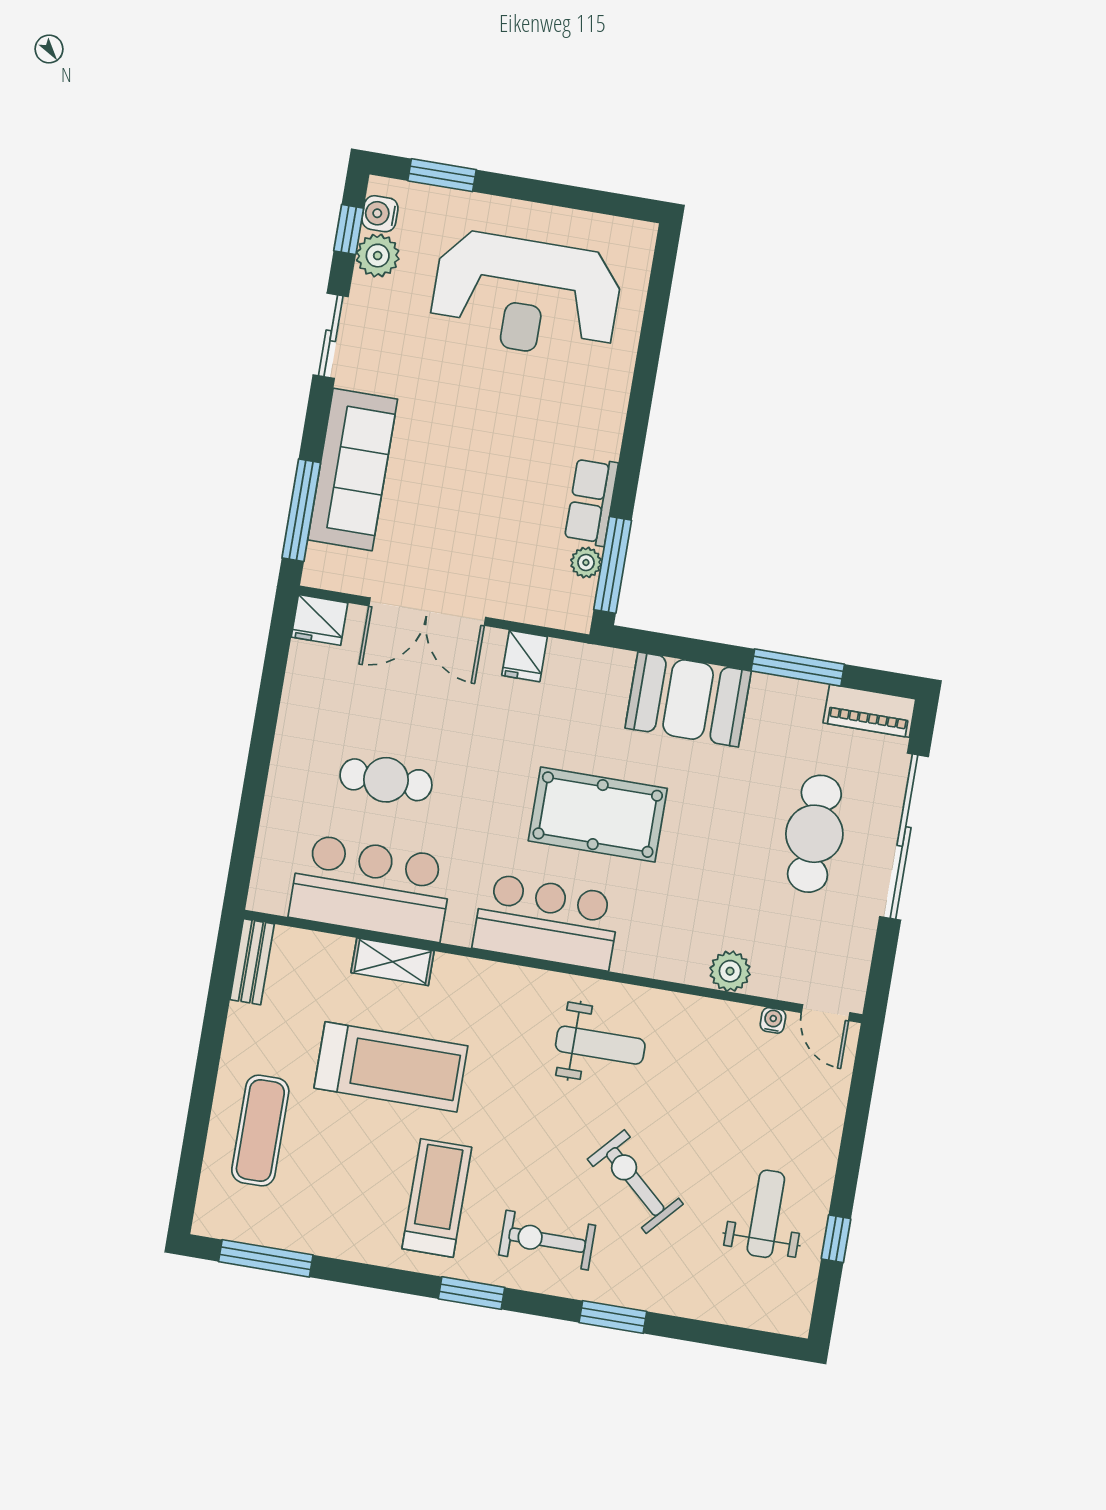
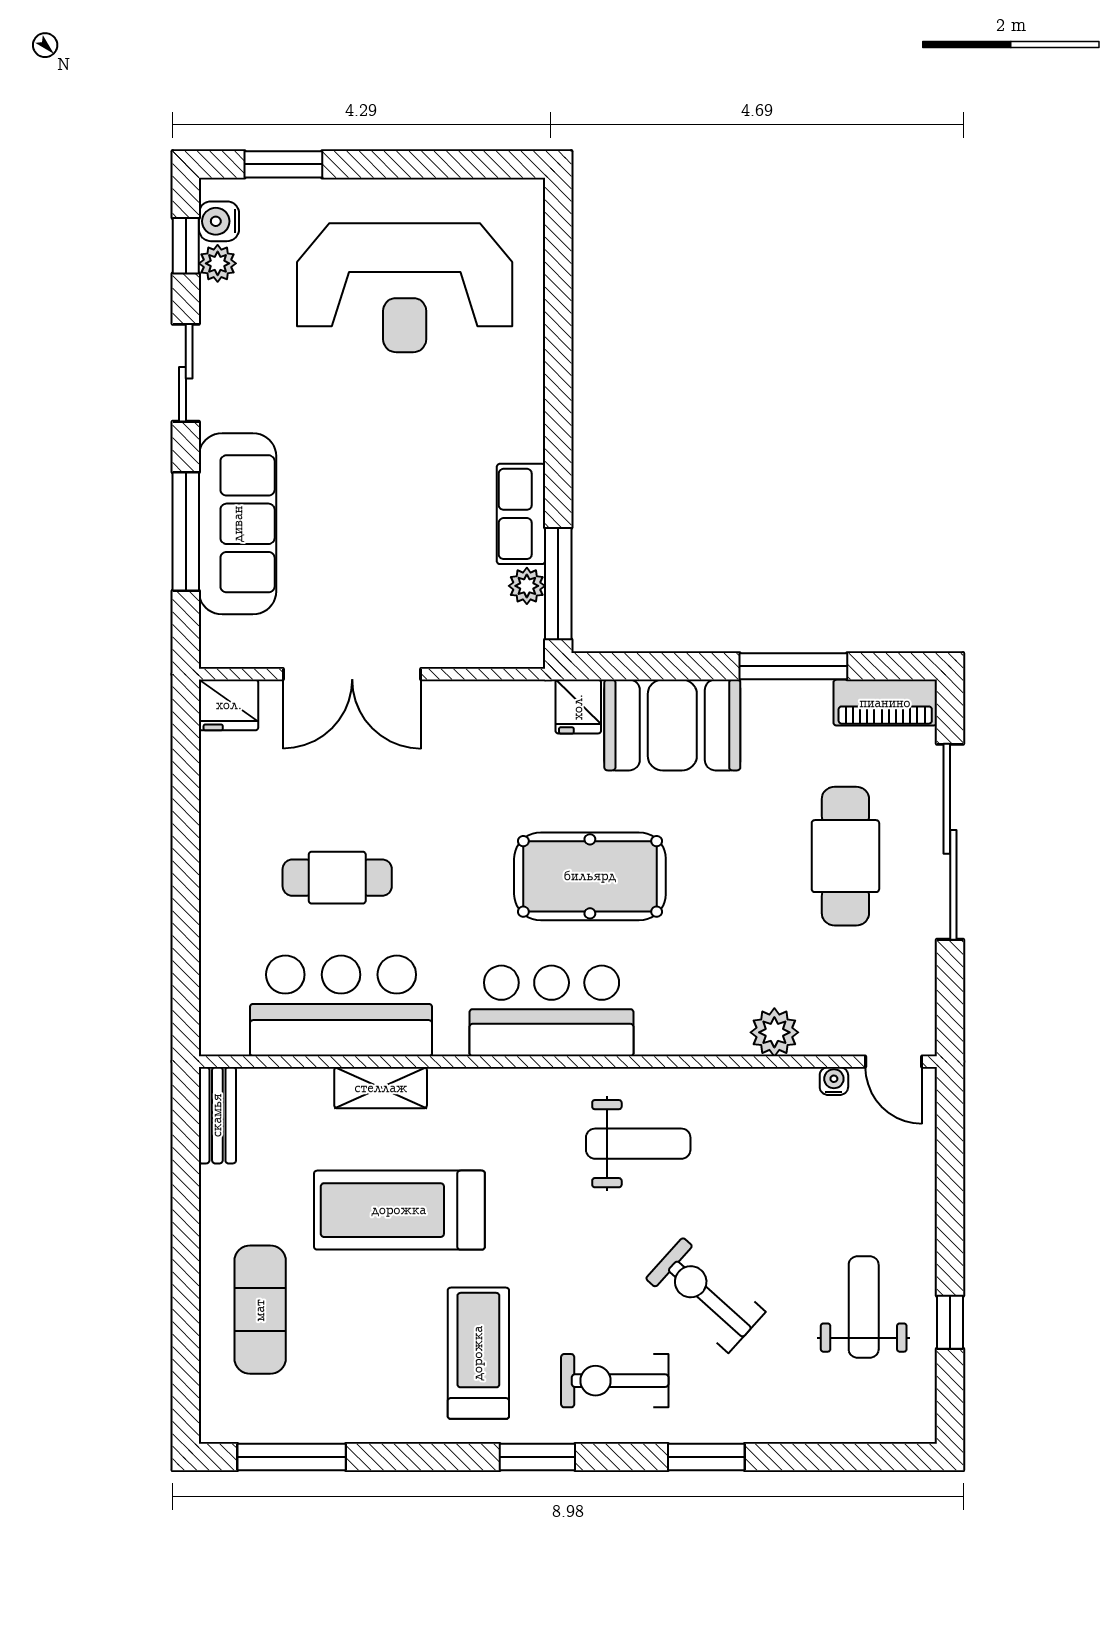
plant: (378, 256) -> (218, 263), width x0.73, depth x0.73
window: (301, 510) -> (186, 531), moved
fridge: (525, 656) -> (578, 707), moved
treadmill: (391, 1067) -> (399, 1210), turned 180

